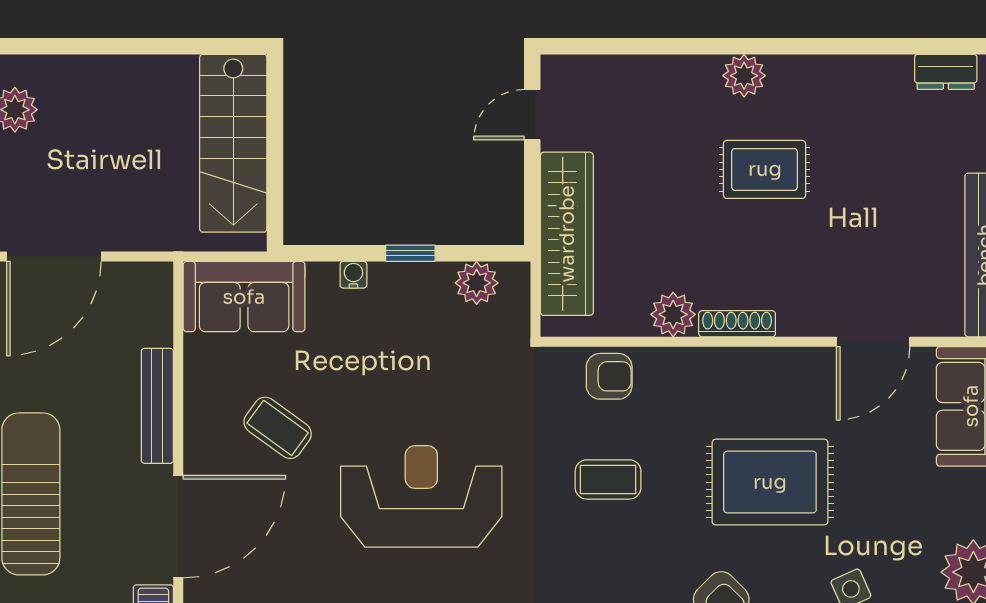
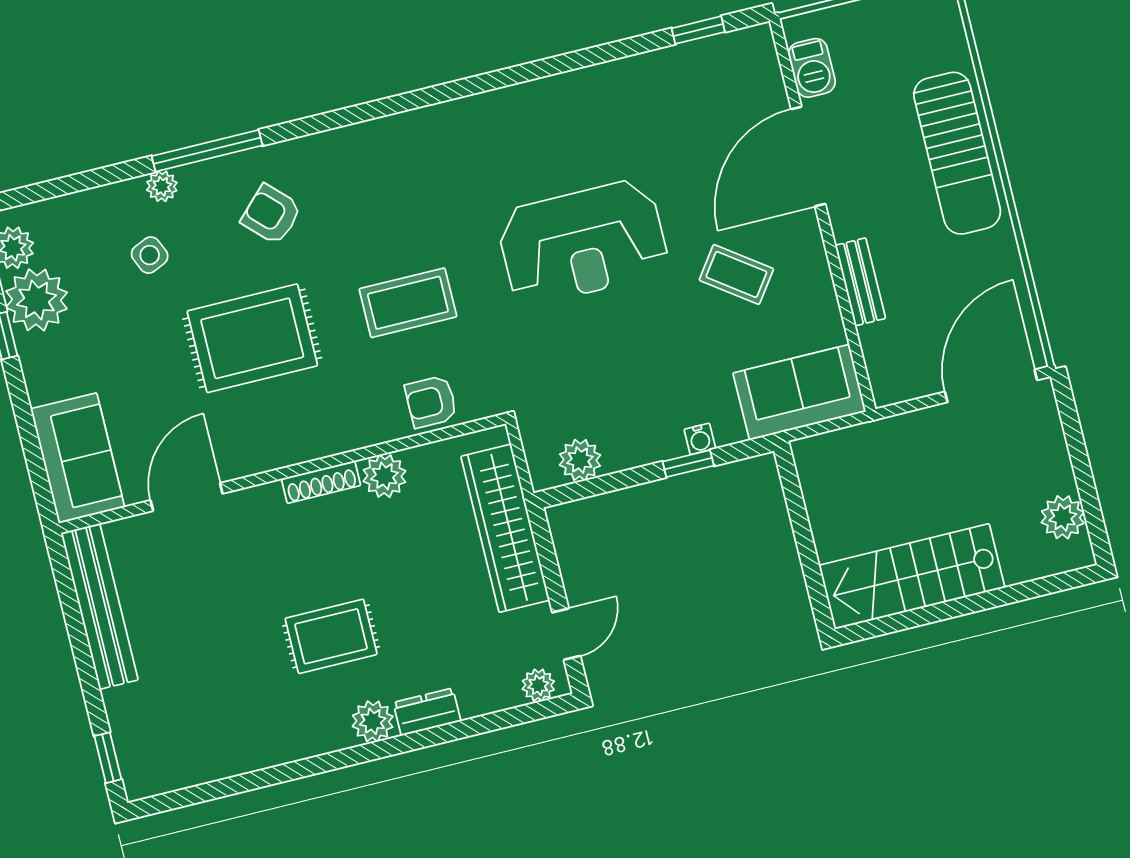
plant: (572, 71) -> (538, 685), added
dresser: (946, 72) -> (427, 712), moved
stairs: (233, 143) -> (912, 576), moved, turned -90
window: (410, 253) -> (688, 464), moved
bench: (157, 406) -> (860, 282), width x0.73
coffee table: (608, 479) -> (408, 303), width x1.36, depth x1.30

